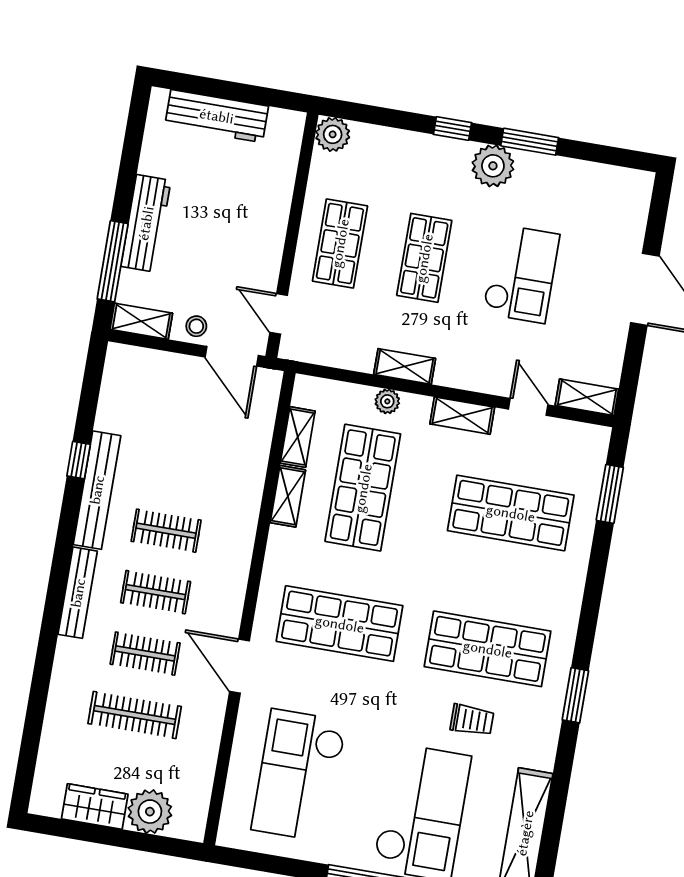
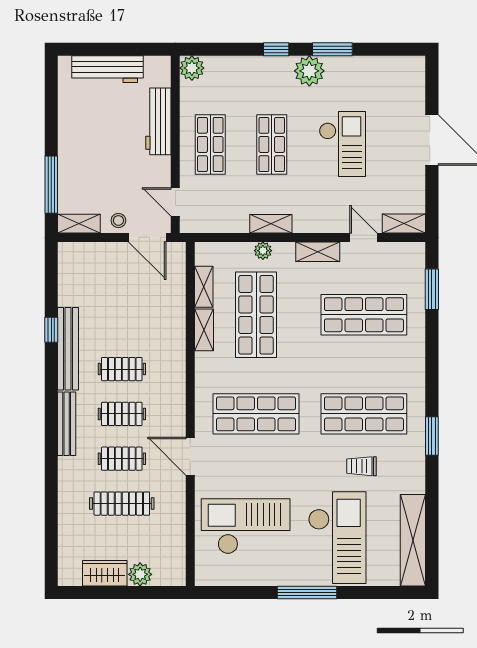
workbench: (146, 223) -> (158, 121), moved, turned 180
trolley: (472, 720) -> (362, 466), turned 180
checkout: (299, 775) -> (246, 526), turned 90
plant: (150, 812) -> (140, 574), width x0.73, depth x0.73

